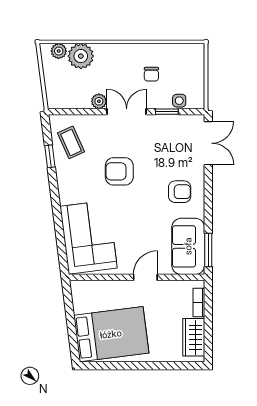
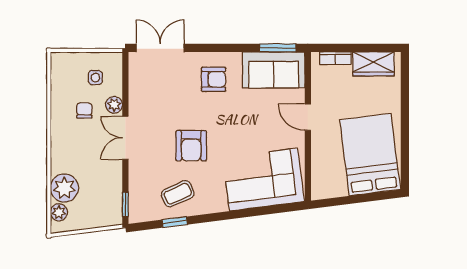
chair: (151, 74) -> (84, 110), turned -90
plant: (99, 101) -> (114, 105), moved
side table: (179, 101) -> (95, 78), moved
window: (167, 112) -> (125, 205), moved
coffee table: (71, 142) -> (178, 194), moved
armchair: (180, 192) -> (214, 79), turned 90

